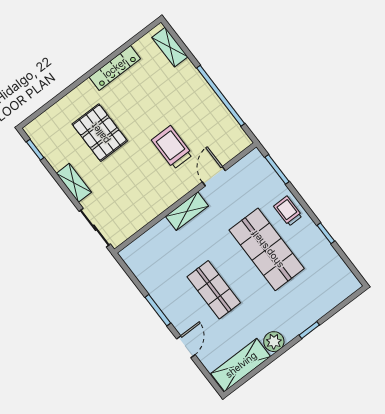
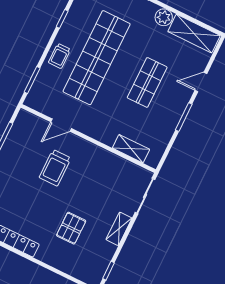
pallet: (100, 133) -> (71, 228), width x0.67, depth x0.71
shelving: (187, 211) -> (131, 149), moved
shop shelf: (267, 249) -> (97, 58), width x1.40

